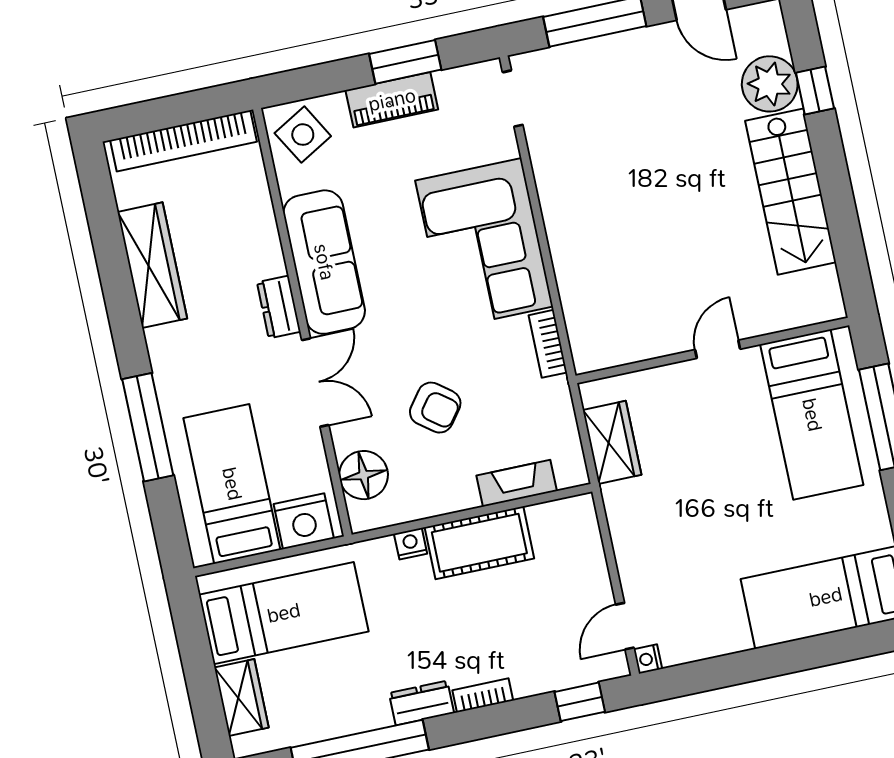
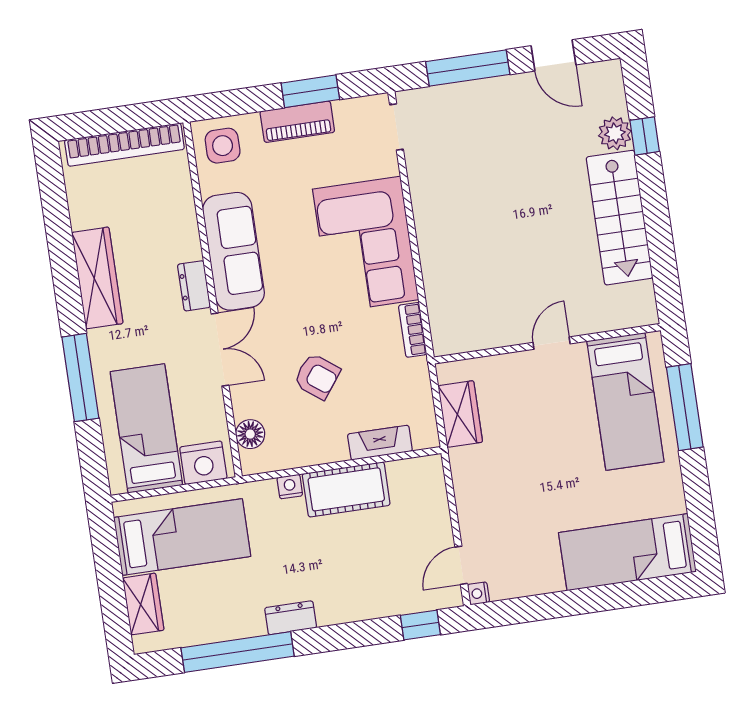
plant: (770, 84) -> (615, 133), width x0.73, depth x0.73
side table: (303, 135) -> (223, 146), turned 30
wardrobe: (152, 265) -> (97, 278), moved
floor lamp: (364, 475) -> (250, 434), width x0.73, depth x0.73
bookcase: (483, 695) -> (341, 615), removed

